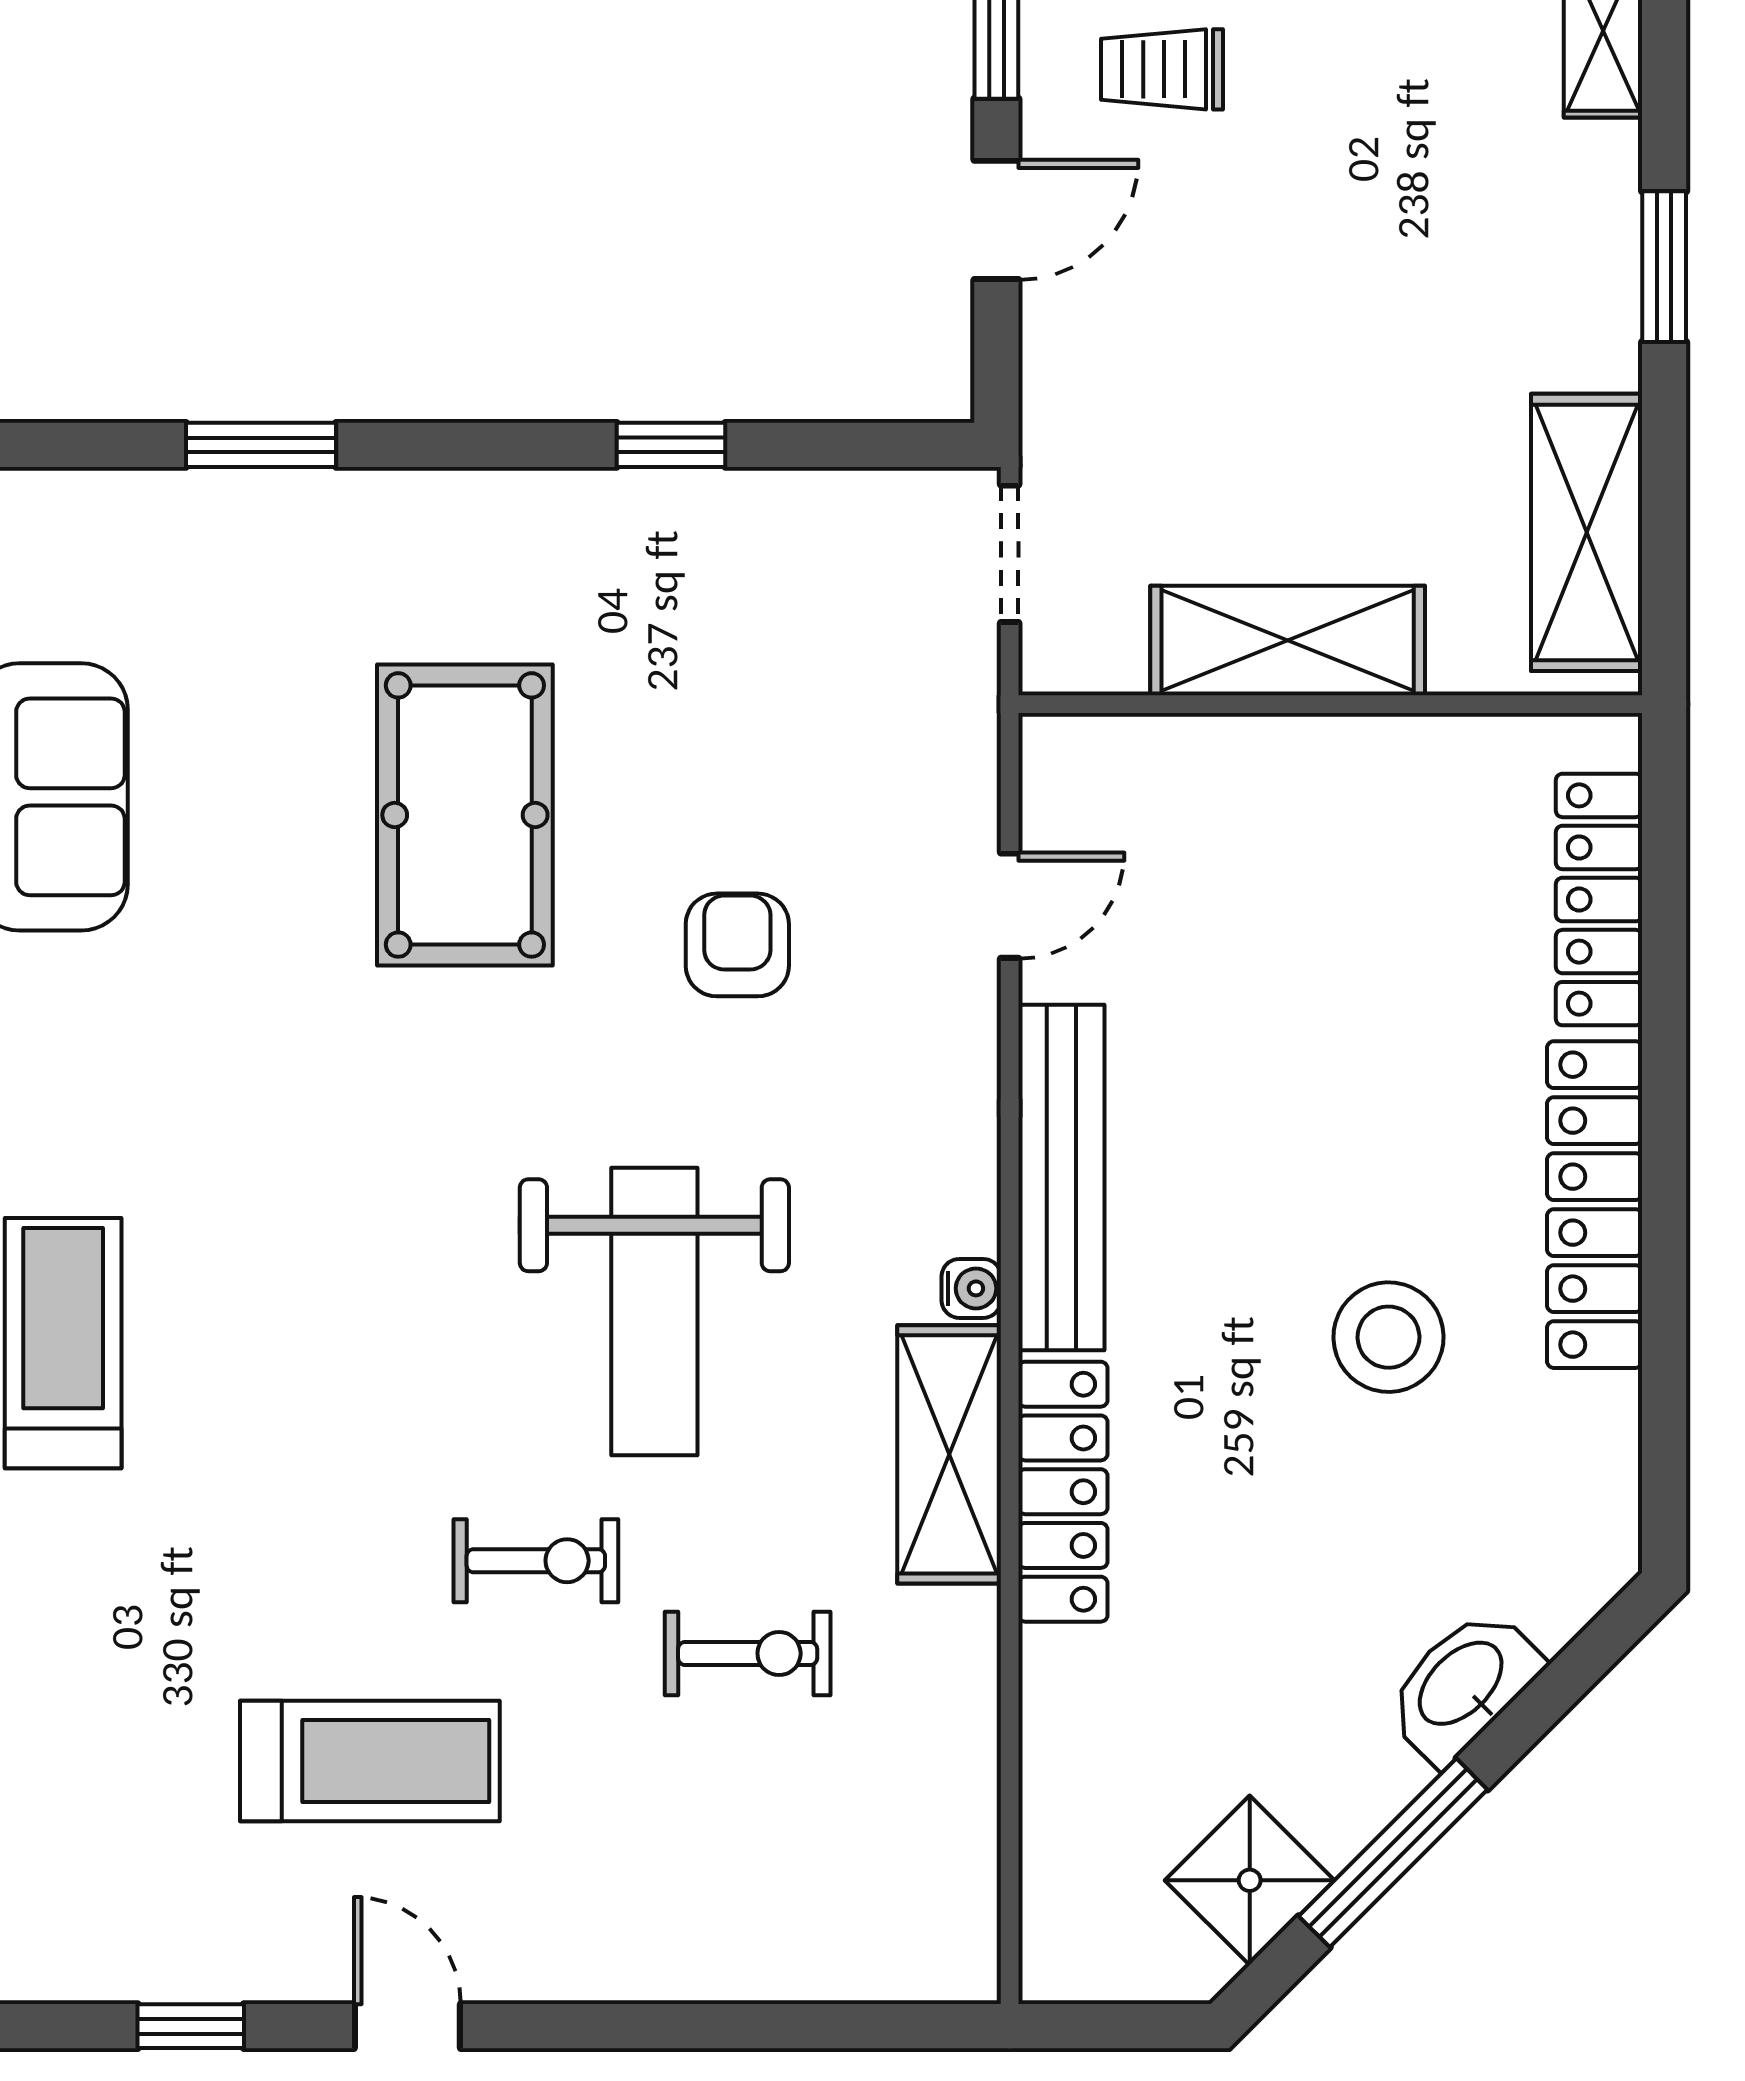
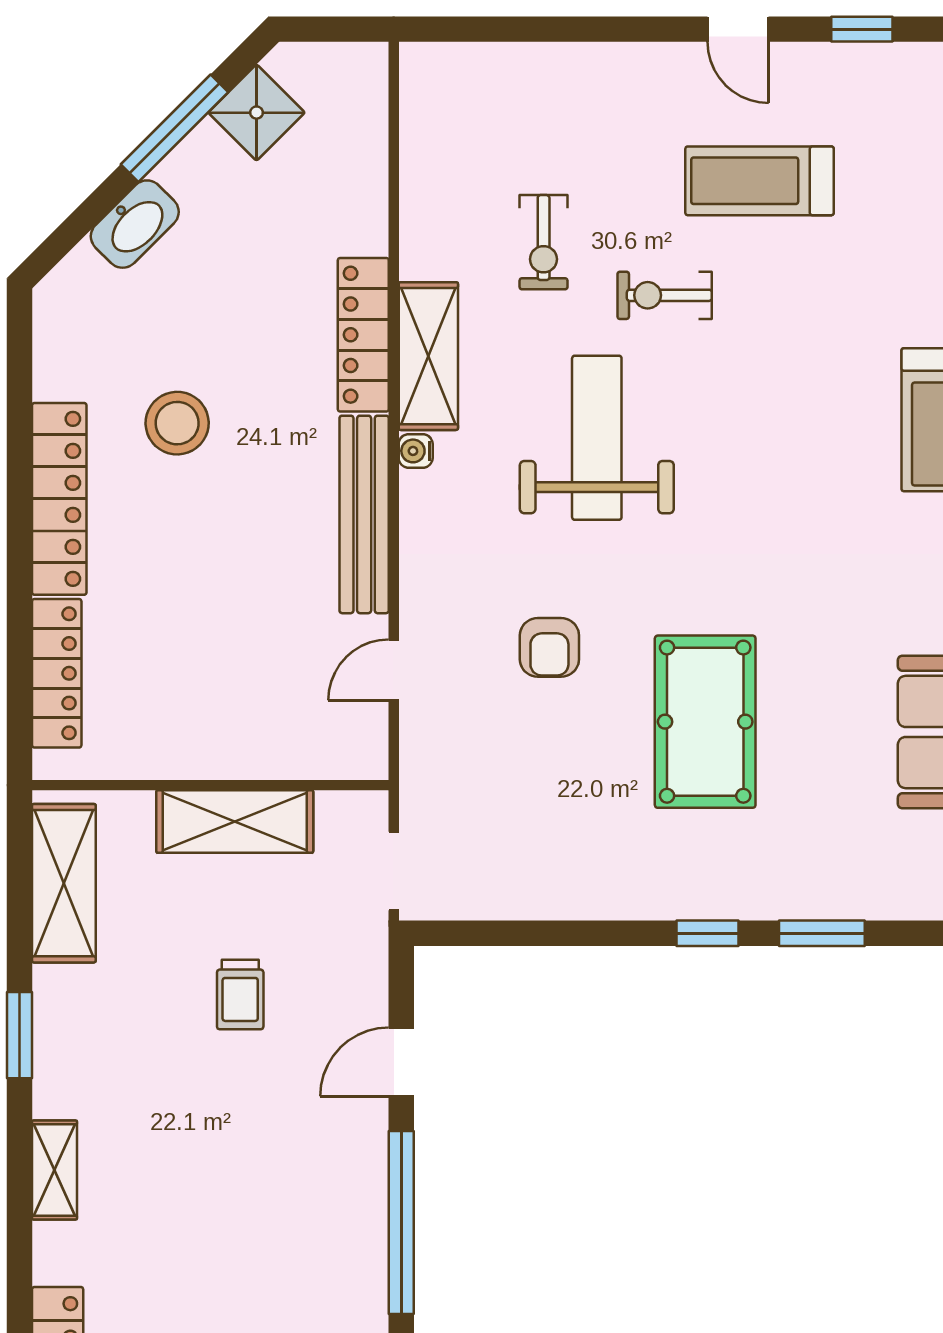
trolley: (1162, 69) -> (240, 995), moved, turned 90
window: (671, 445) -> (707, 933), moved
exercise bike: (748, 1653) -> (544, 242), turned -90

